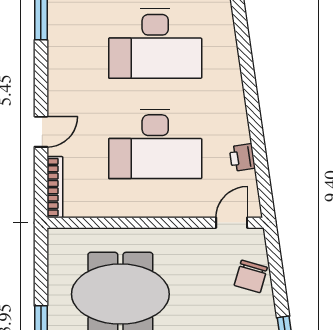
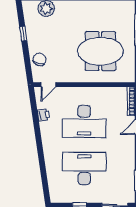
desk: (155, 144) -> (84, 121), turned 180

